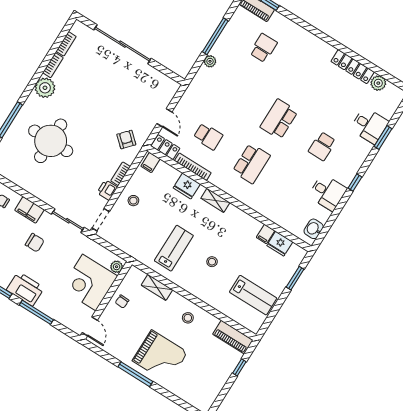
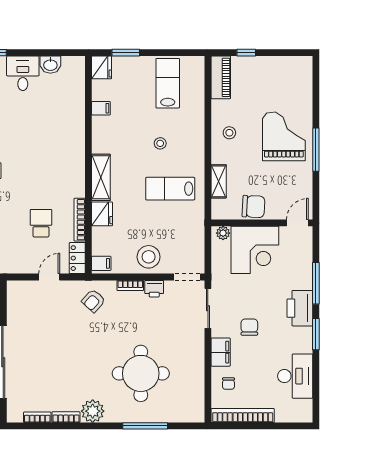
school desk: (251, 163) -> (41, 165), removed
shelving: (215, 200) -> (101, 177), width x1.50, depth x1.33
stool: (133, 201) -> (149, 257), width x1.89, depth x1.89
washbasin: (314, 229) -> (50, 65), moved
fridge: (280, 244) -> (102, 67), moved
chair: (122, 302) -> (254, 207), width x1.87, depth x1.87

